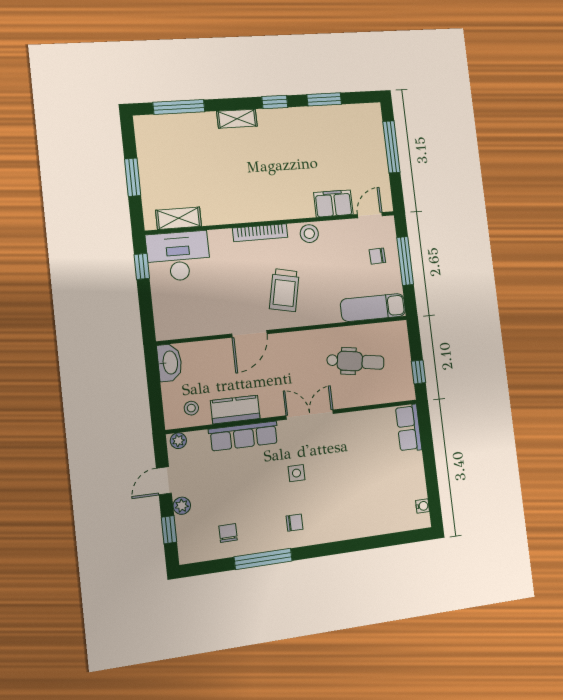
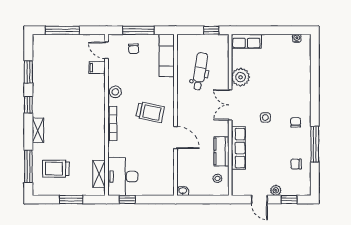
trolley: (180, 150) -> (56, 169), added
filing cabinet: (333, 203) -> (97, 68), width x0.50
washbasin: (170, 363) -> (183, 191), width x0.52, depth x0.69
plant: (178, 441) -> (241, 77), moved, width x1.88, depth x1.88

